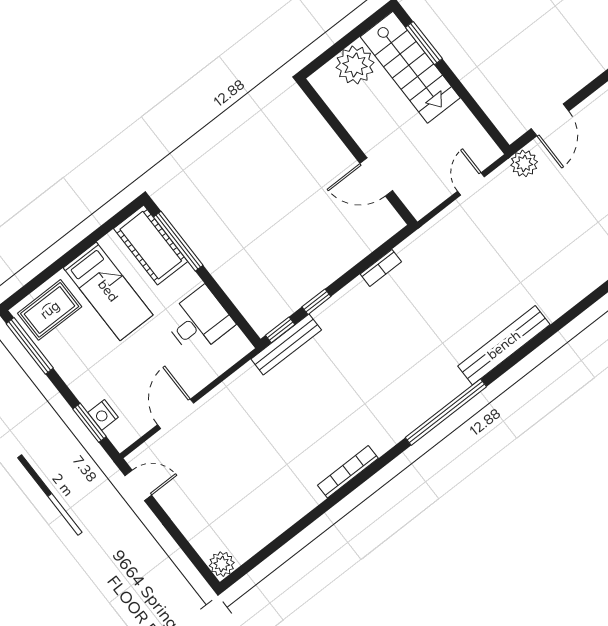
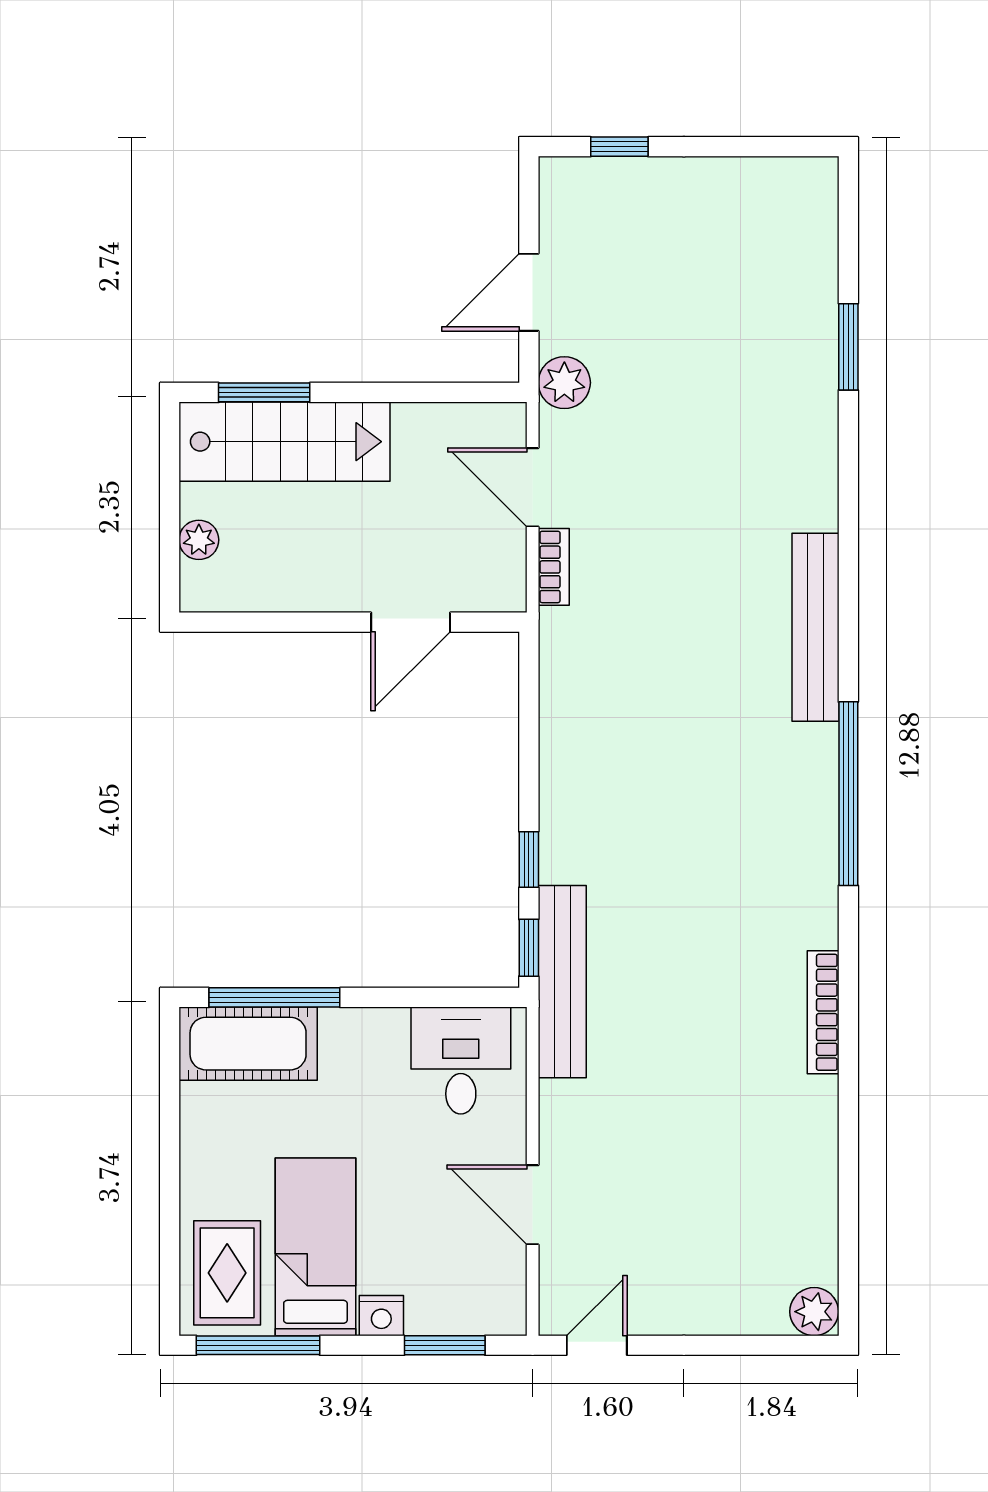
plant: (355, 65) -> (199, 540), width x0.53, depth x0.53
door: (550, 120) -> (529, 292), swing flipped
door: (471, 184) -> (533, 487), width x1.37
bookcase: (381, 268) -> (554, 567), moved
bed: (108, 291) -> (315, 1247), moved, turned -90
desk: (199, 321) -> (461, 1061), moved
bench: (286, 345) -> (562, 982), width x1.37, depth x1.21
nightstand: (103, 415) -> (381, 1316), moved

